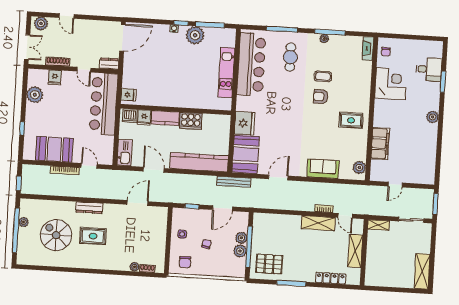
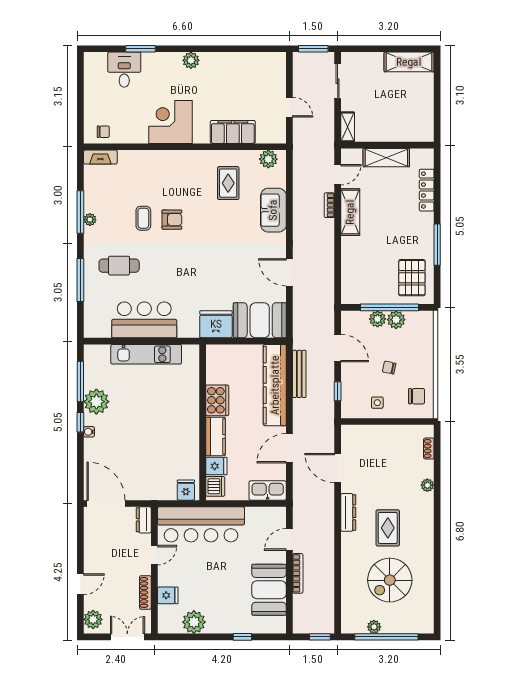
bar counter: (251, 64) -> (144, 320), width x0.73
corner desk: (391, 84) -> (170, 122), moved
armchair: (321, 97) -> (172, 220), turned -90
rug: (351, 120) -> (228, 183), moved
bench: (234, 182) -> (299, 374), moved
dresser: (89, 208) -> (348, 512), moved
plant: (134, 267) -> (427, 485), moved

